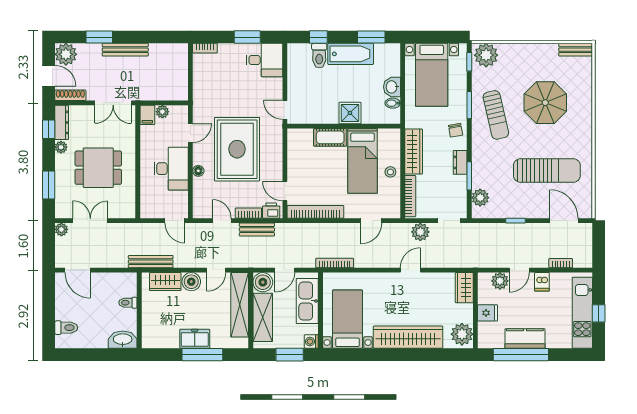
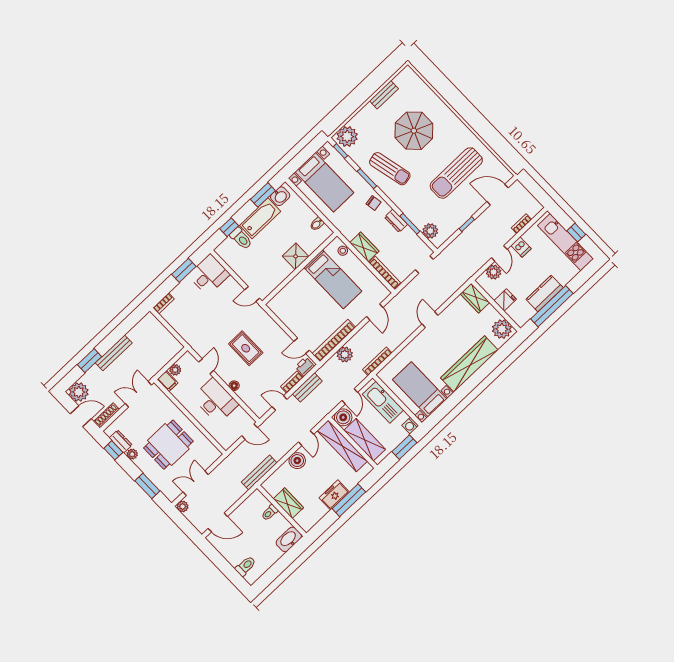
bench: (576, 50) -> (384, 95), moved
washbasin: (392, 87) -> (280, 196), moved, turned -90
double door: (113, 103) -> (138, 394), swing flipped
dresser: (62, 122) -> (121, 441), width x0.70
cot: (330, 137) -> (298, 284), removed
rug: (237, 149) -> (246, 348), width x0.54, depth x0.49
wardrobe: (414, 152) -> (364, 247), width x0.67
sun lounger: (547, 170) -> (456, 173), turned 180
stool: (390, 172) -> (343, 251), moved
plant: (420, 232) -> (345, 354), moved
wardrobe: (165, 282) -> (288, 503), moved, turned -90

